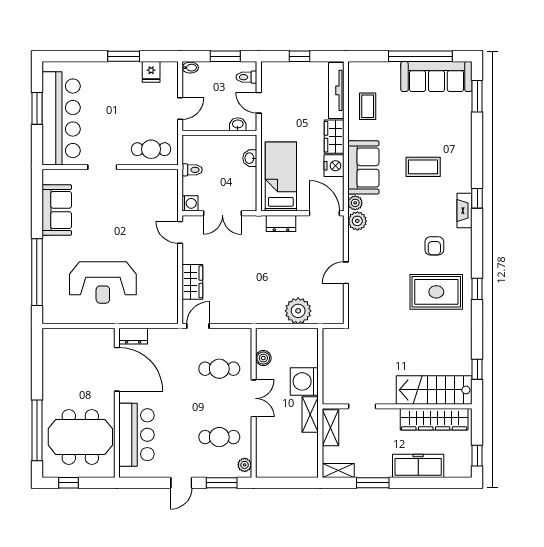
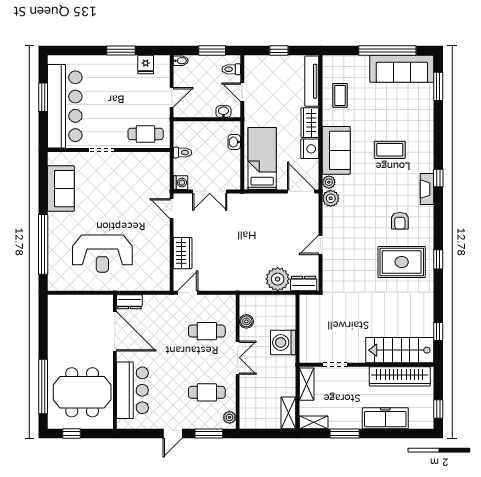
dresser: (281, 223) -> (304, 283), moved, turned 180
shelving: (310, 415) -> (288, 413), moved

